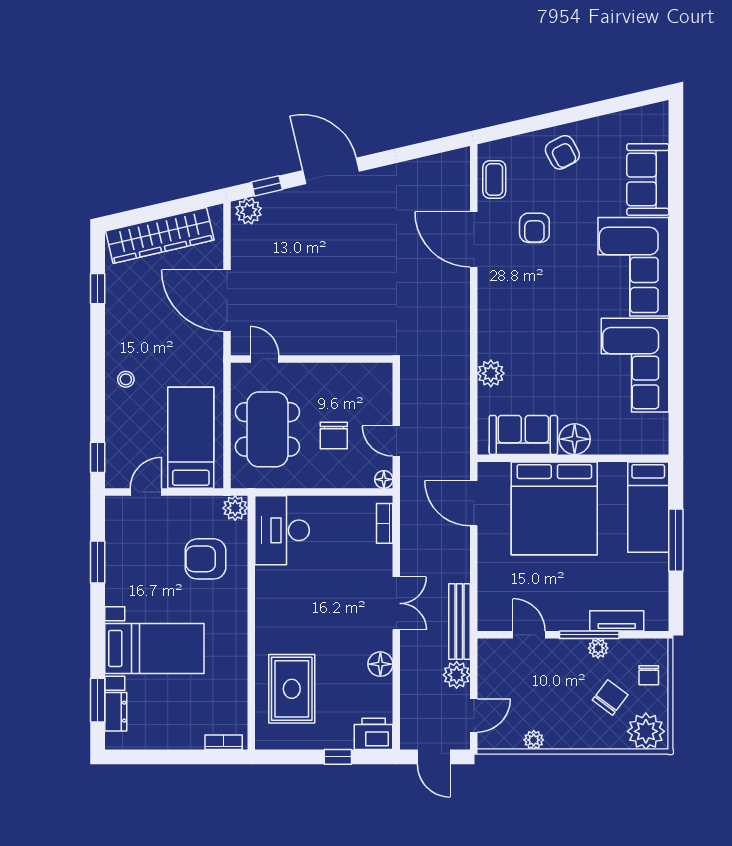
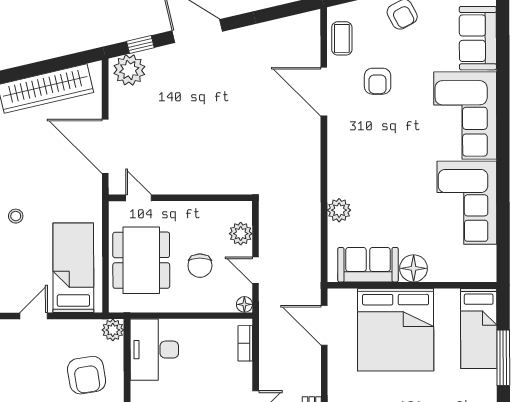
plant: (249, 211) -> (129, 70), width x1.36, depth x1.36
plant: (380, 400) -> (241, 234), added
armchair: (205, 559) -> (87, 375), turned -99

